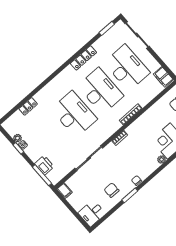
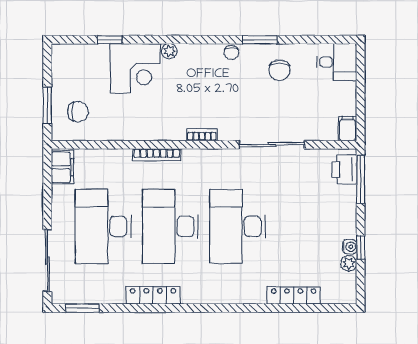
locker: (28, 106) -> (294, 295), width x1.53
printer: (44, 165) -> (344, 169), moved

